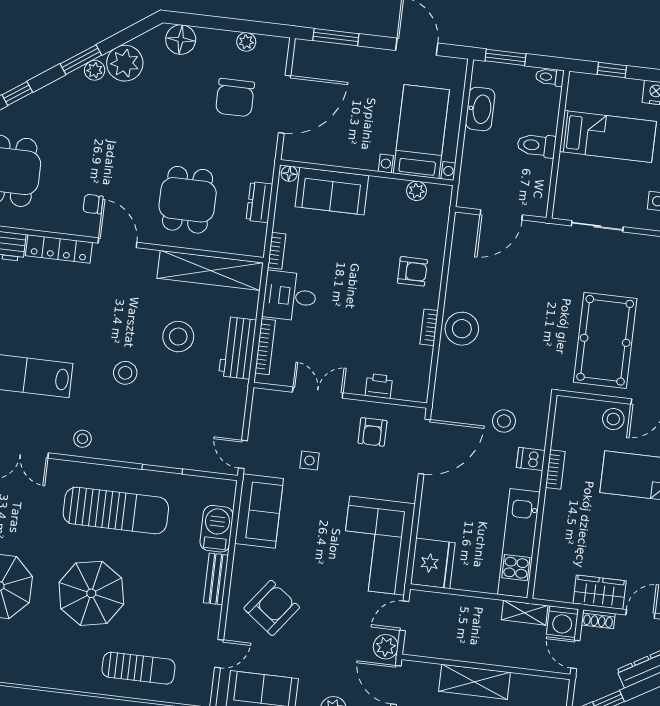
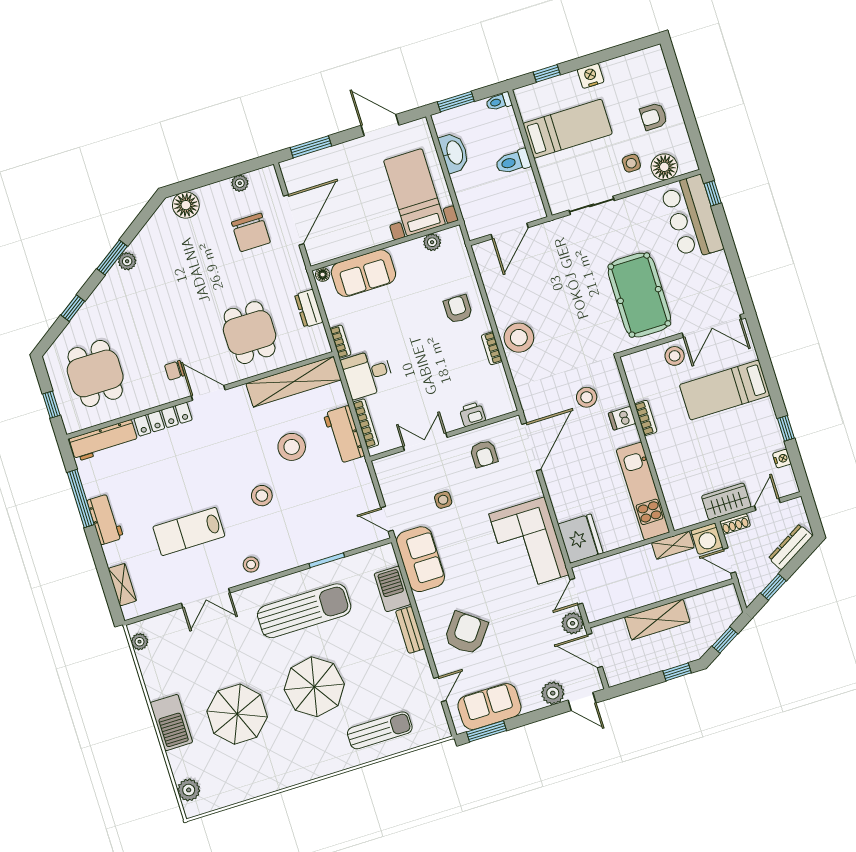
plant: (125, 63) -> (149, 245), removed
armchair: (412, 271) -> (458, 309), turned -90

